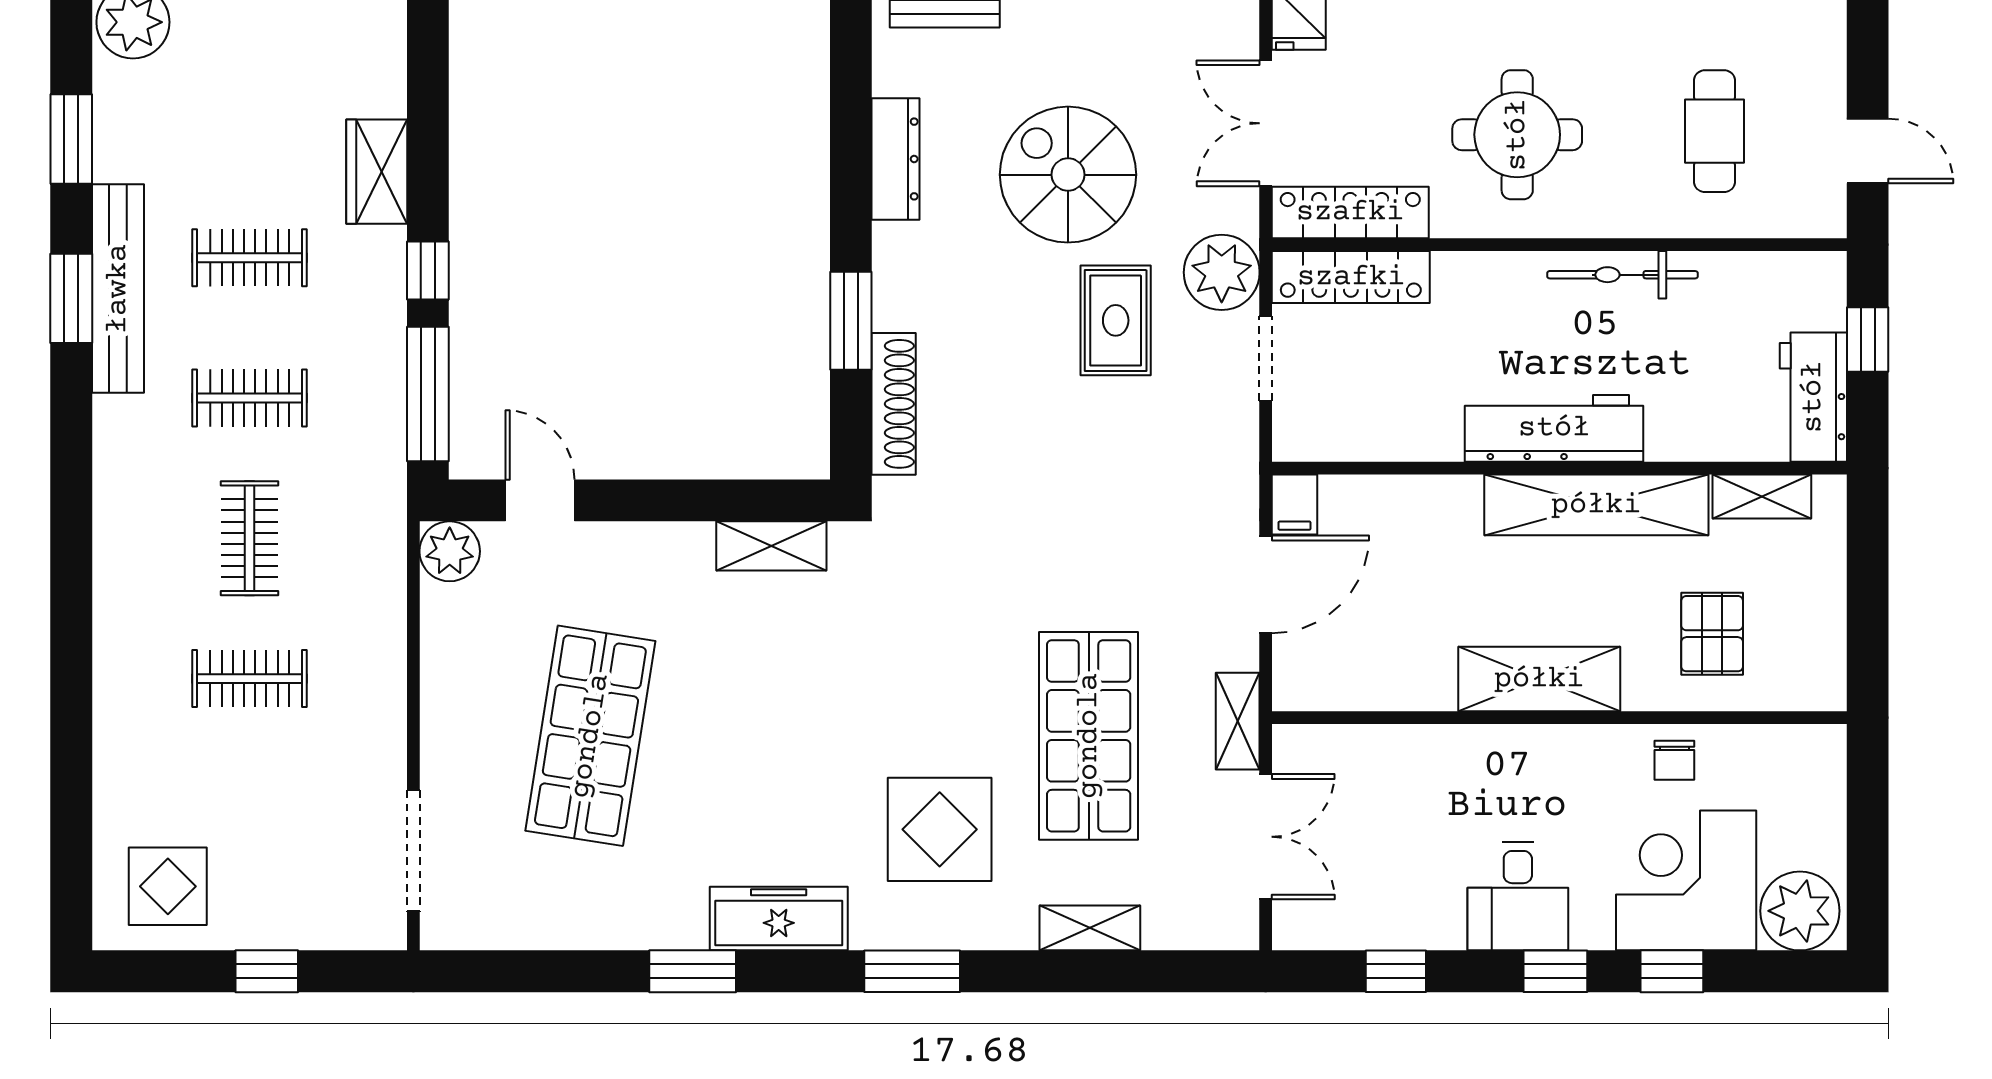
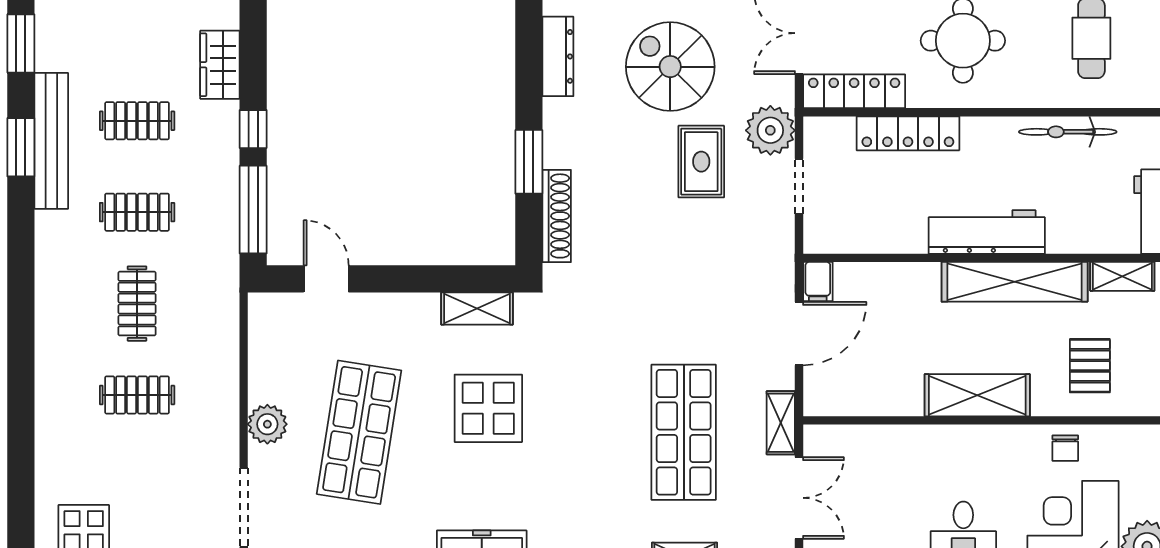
bicycle: (1622, 275) -> (1068, 132), moved
locker: (1351, 277) -> (908, 133), moved
plant: (450, 551) -> (267, 424), moved
display table: (940, 829) -> (488, 408), moved

